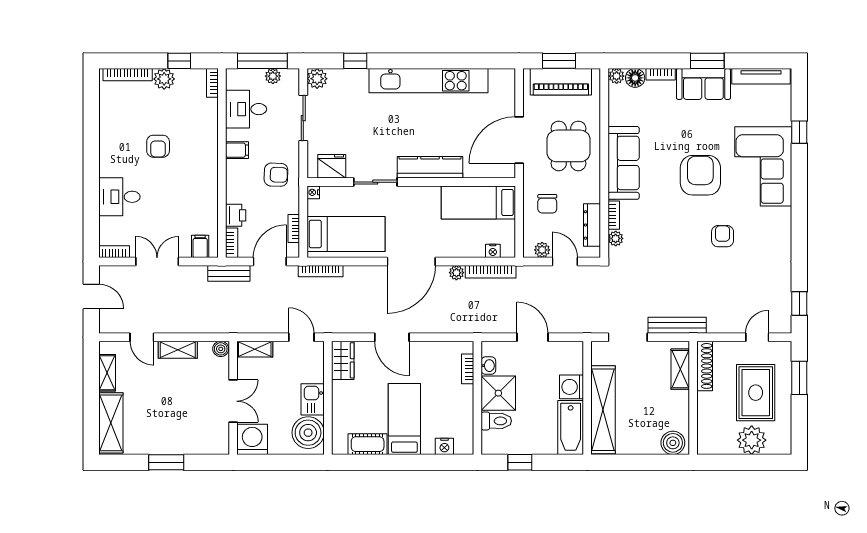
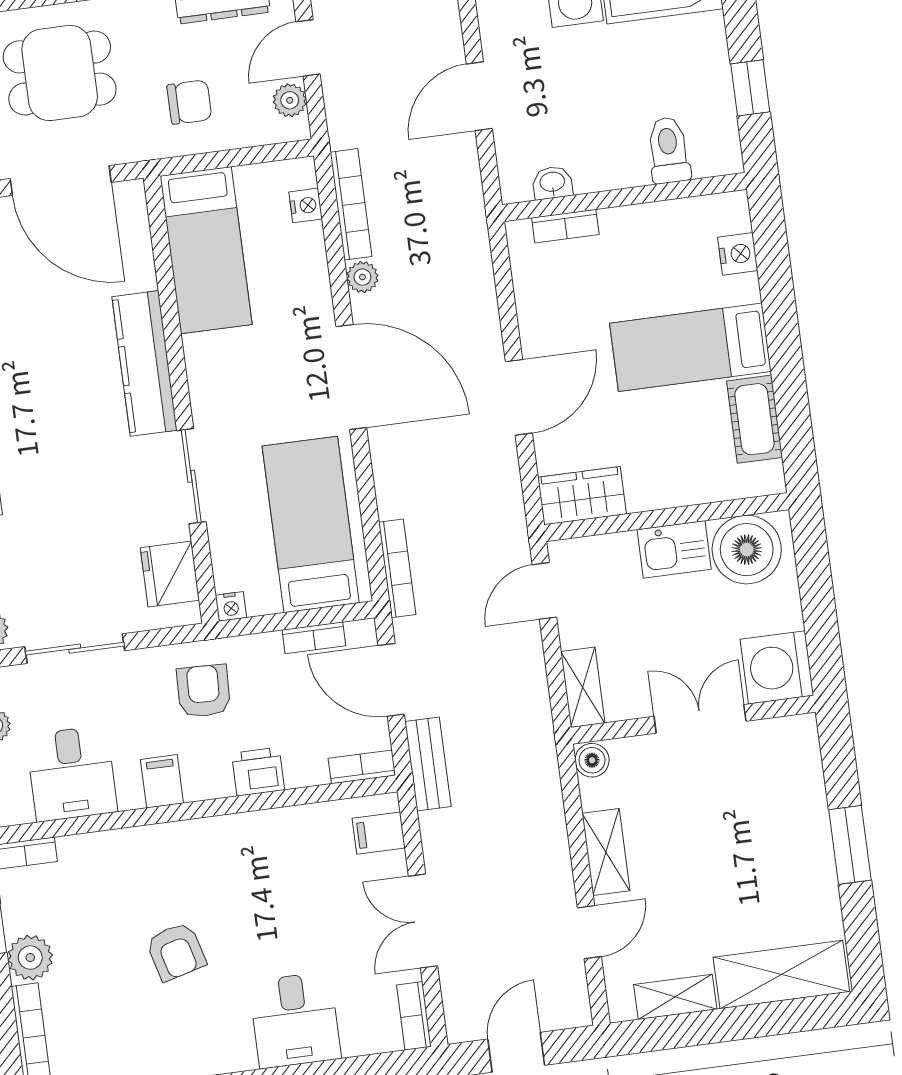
armchair: (158, 146) -> (176, 952), turned 75
printer: (236, 215) -> (258, 772), moved
shower: (498, 393) -> (608, 154), removed

